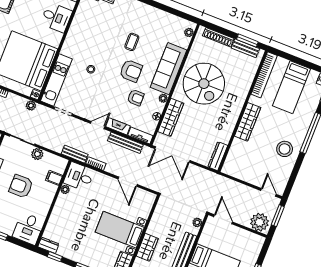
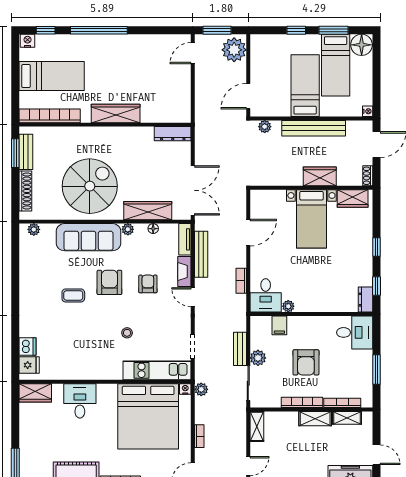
armchair: (136, 98) -> (148, 284), moved
stool: (285, 149) -> (131, 54), removed
bench: (75, 154) -> (240, 349), moved

